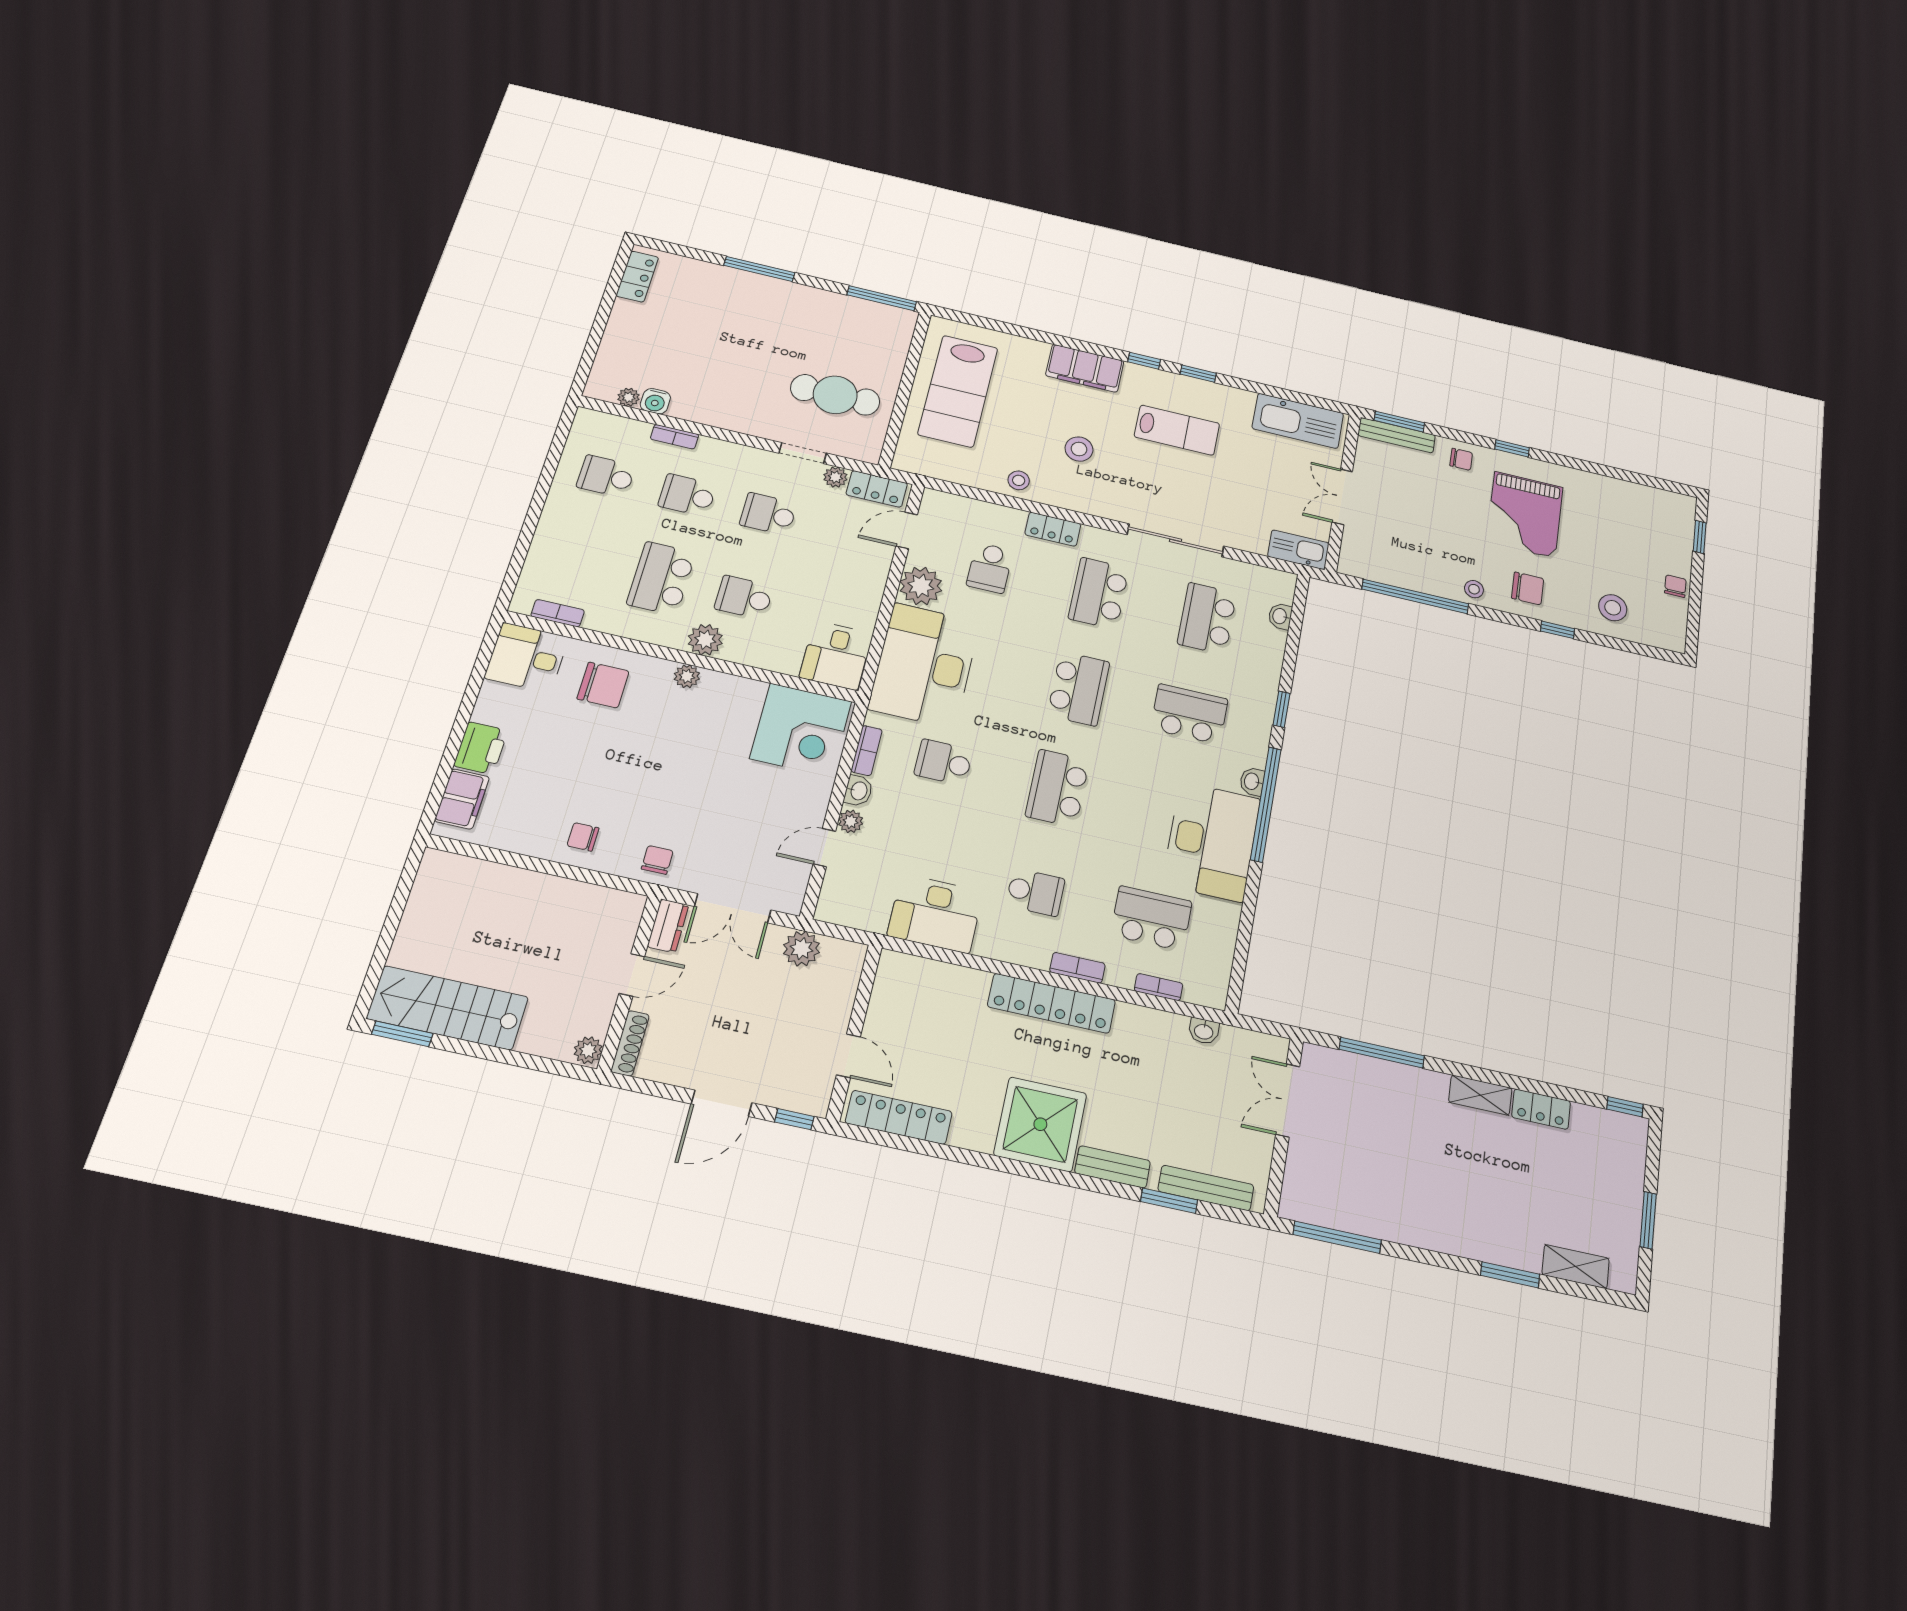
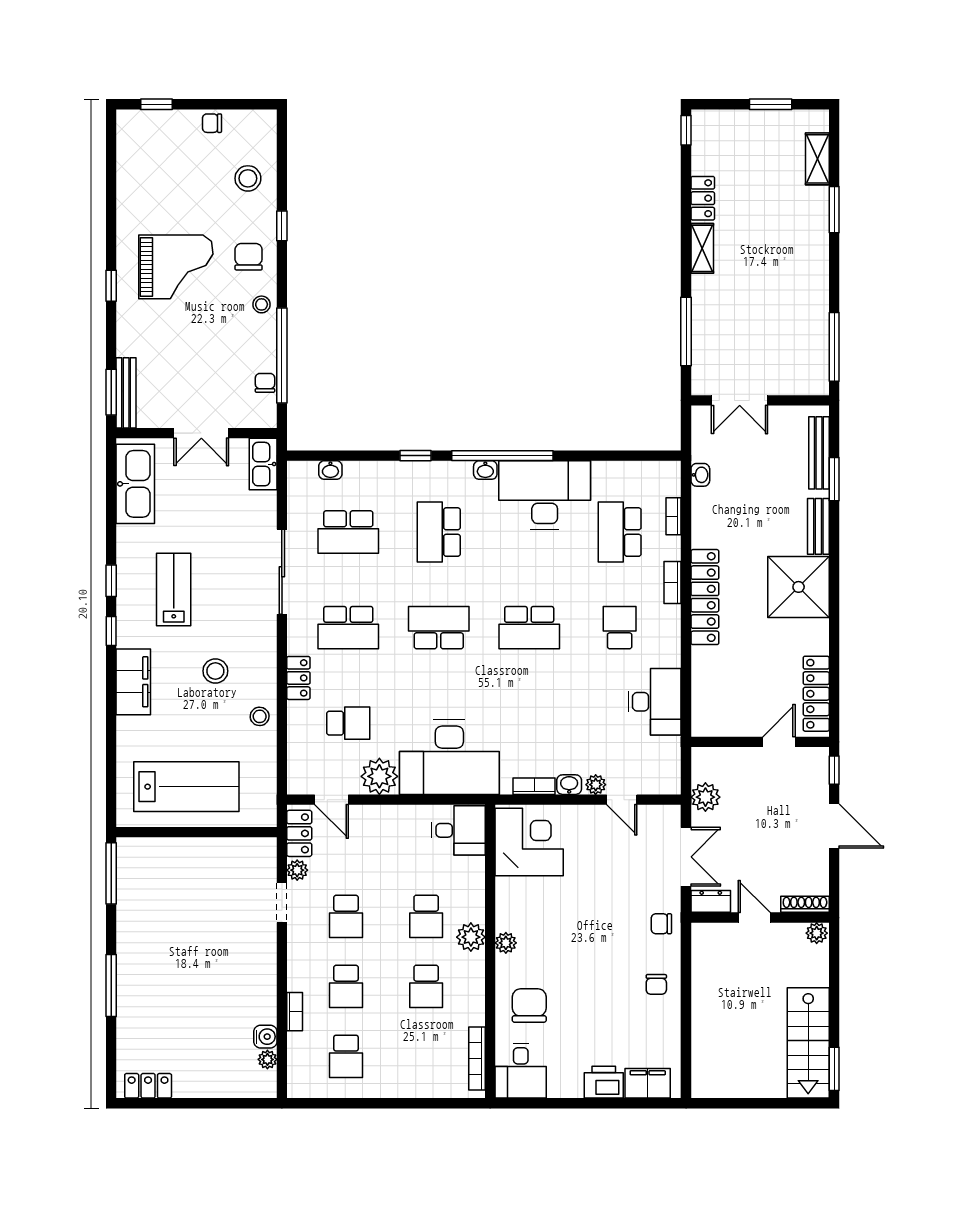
cafe table: (835, 395) -> (219, 890), removed
chair: (1461, 459) -> (265, 383), moved
school desk: (661, 578) -> (426, 986), width x0.54
bookcase: (558, 613) -> (477, 1058), width x1.56
school desk: (943, 762) -> (529, 723), removed

